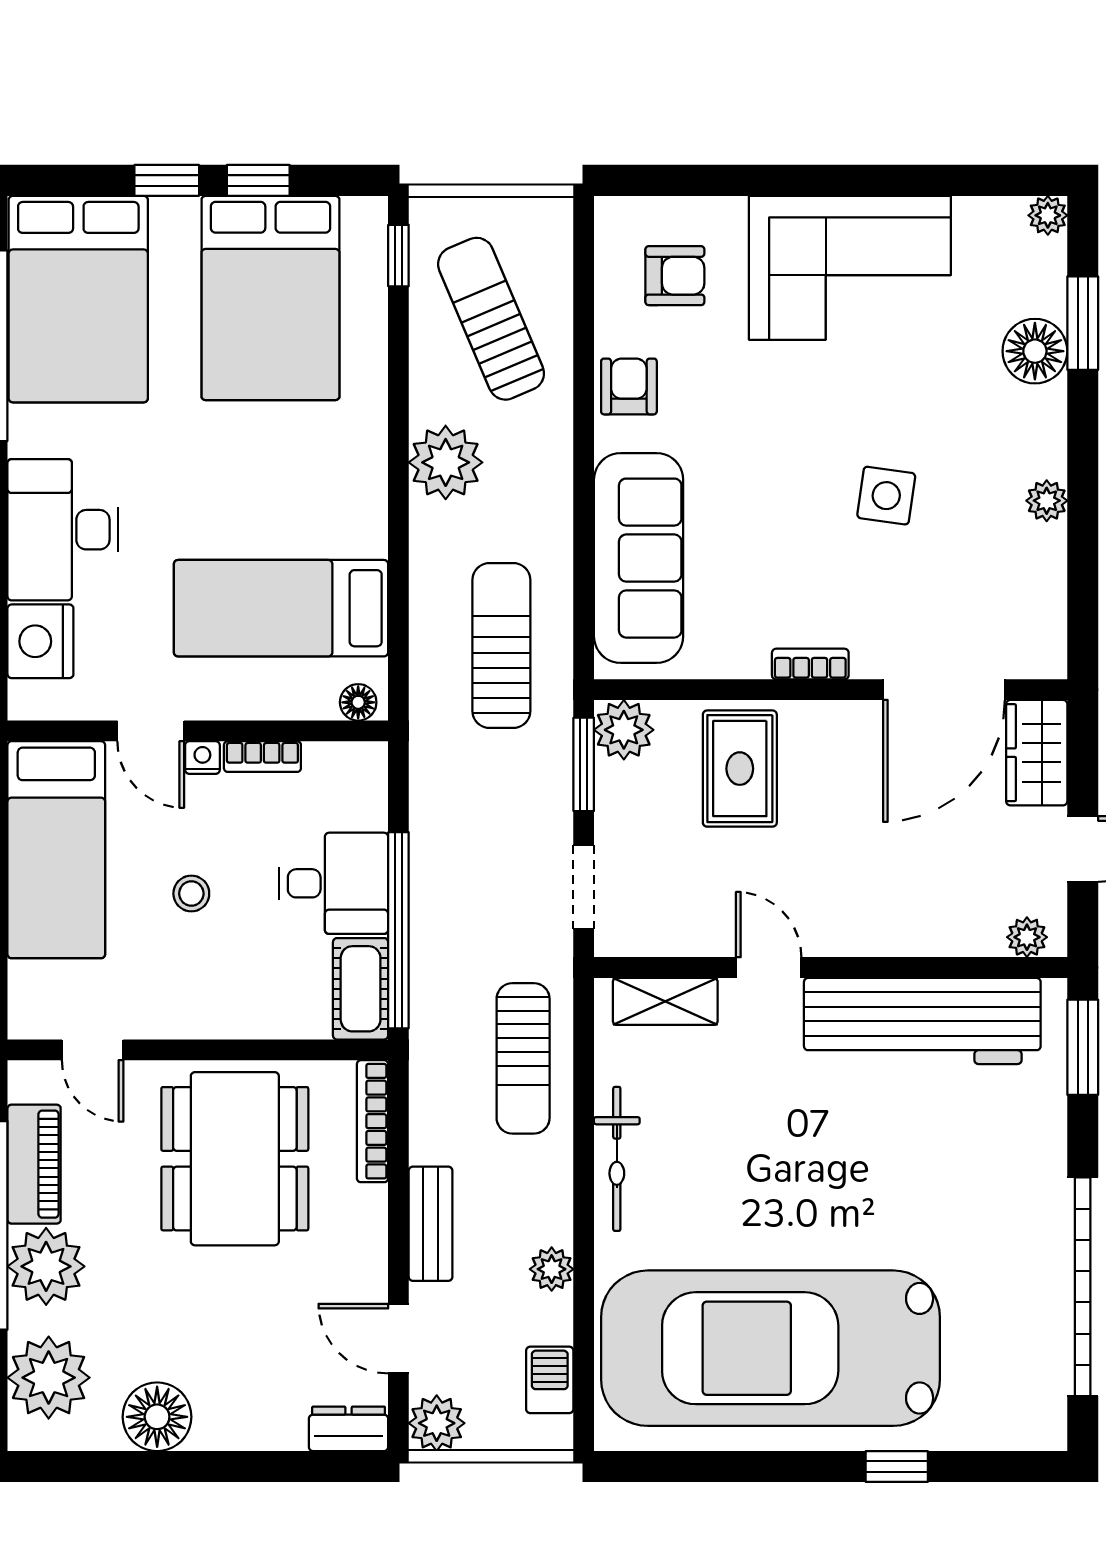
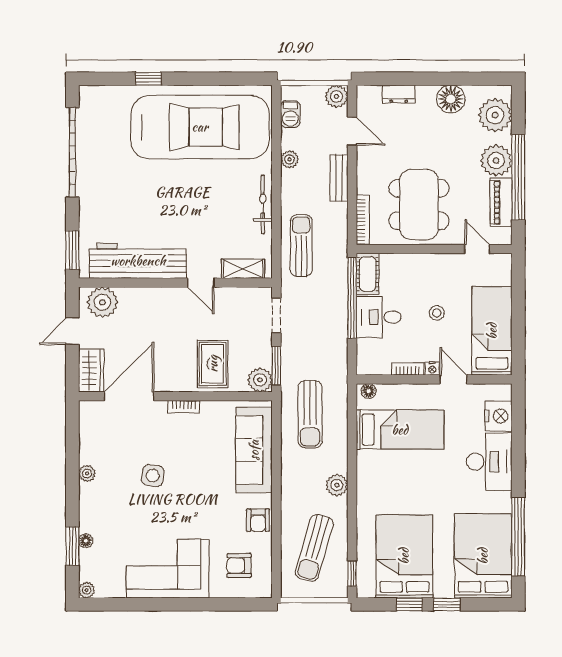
sun lounger: (491, 319) -> (314, 548), turned 39
floor lamp: (1035, 351) -> (86, 541), width x0.53, depth x0.53
plant: (446, 462) -> (337, 485), width x0.73, depth x0.73
plant: (1027, 937) -> (102, 302), width x1.88, depth x1.88
dresser: (349, 1429) -> (399, 94), moved

